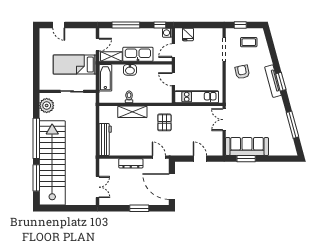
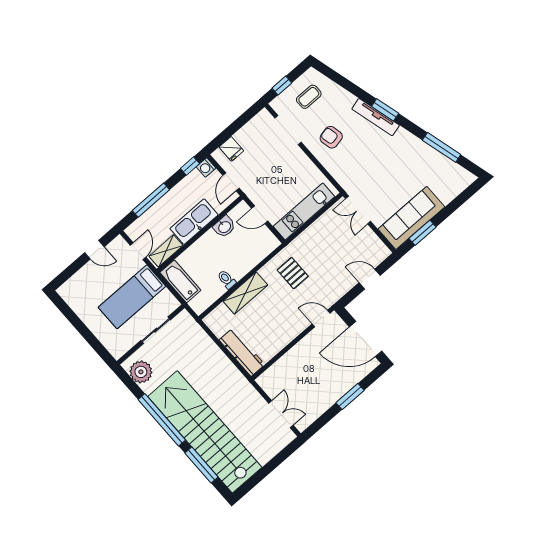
door: (59, 25) -> (94, 250), moved
washbasin: (130, 70) -> (224, 227), moved
dresser: (131, 163) -> (295, 354), removed

